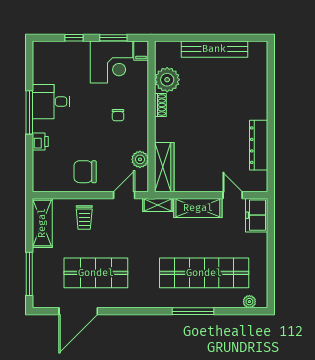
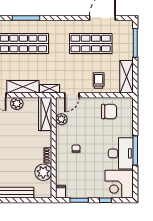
corner desk: (111, 62) -> (119, 184), moved, turned -90
desk: (51, 102) -> (121, 153), width x1.37
printer: (40, 142) -> (128, 131), removed
chair: (85, 172) -> (109, 112), moved
plant: (207, 183) -> (17, 104), added

